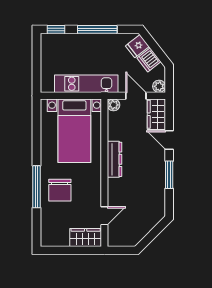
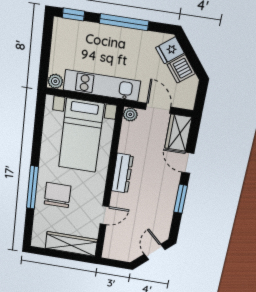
plant: (159, 86) -> (55, 81), moved
chair: (60, 190) -> (57, 195), turned 180
door: (104, 216) -> (104, 215), moved
door: (155, 232) -> (155, 252), added
wardrobe: (86, 238) -> (71, 244), width x1.50

